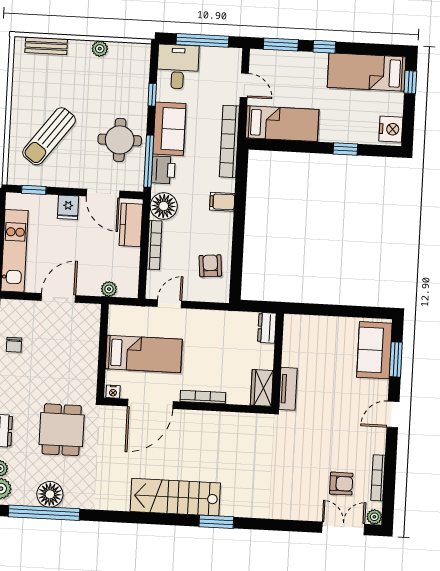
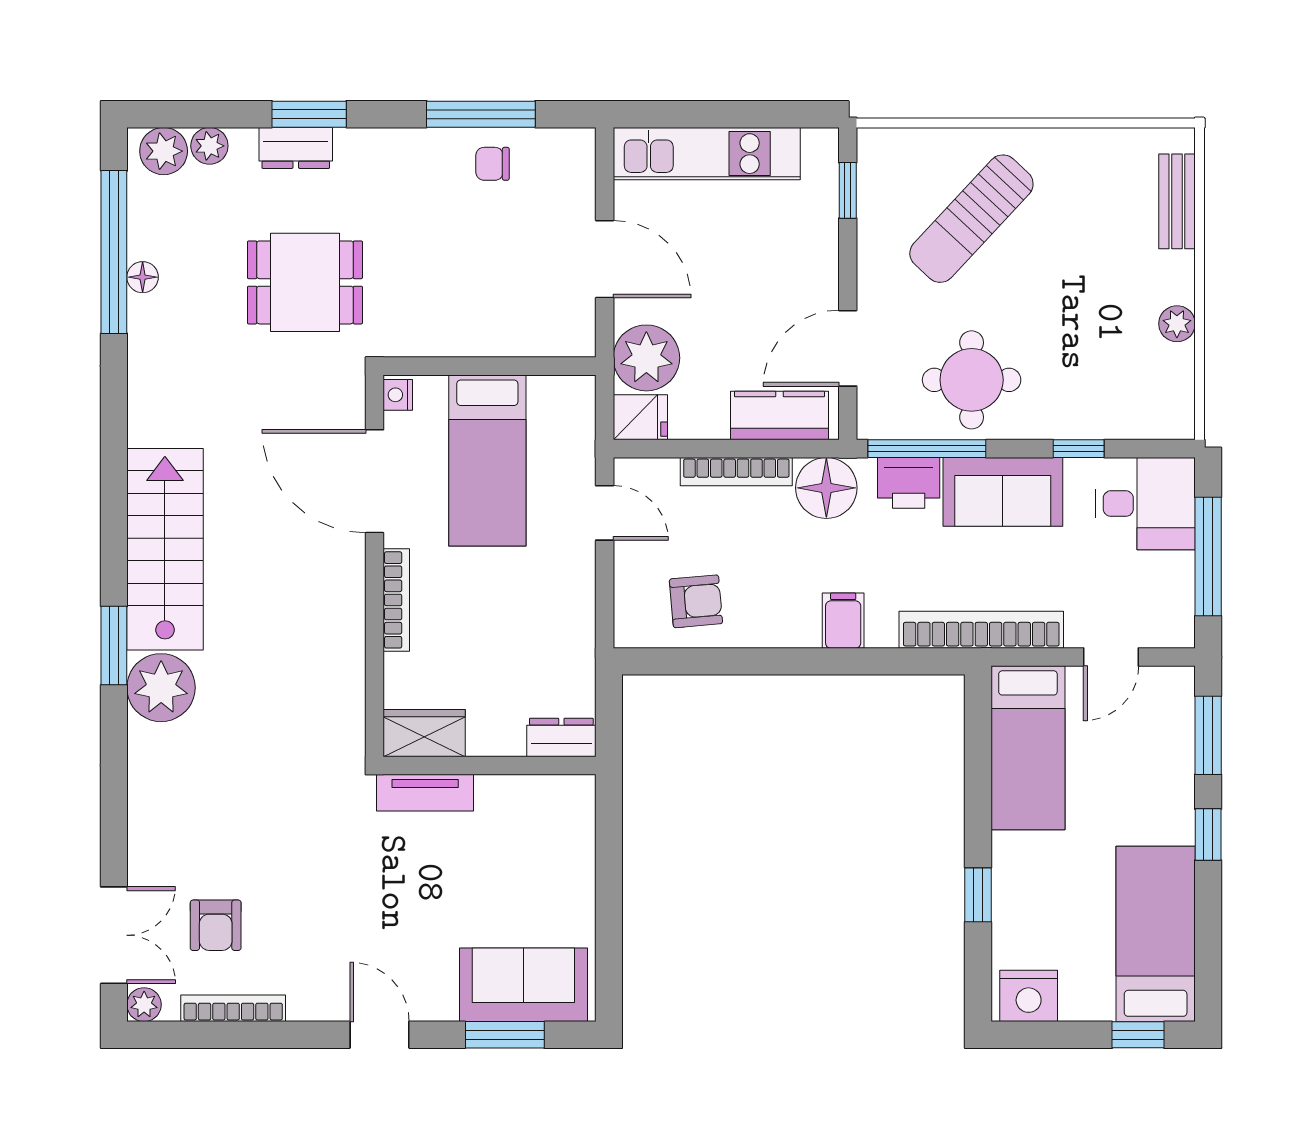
sun lounger: (49, 136) -> (971, 219), turned -84
fridge: (68, 207) -> (640, 417), moved, turned 180
plant: (109, 289) -> (646, 358), width x1.88, depth x1.88
floor lamp: (50, 494) -> (143, 277), width x0.53, depth x0.53
plant: (236, 502) -> (161, 688), added

